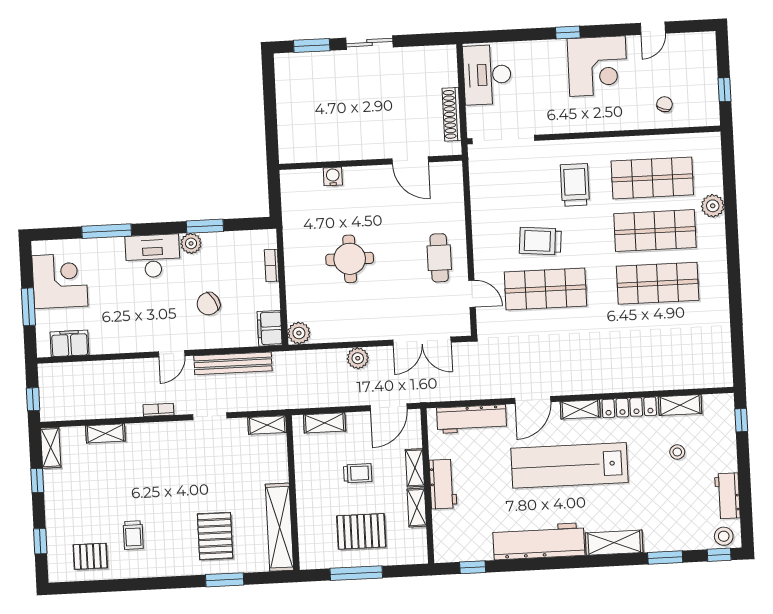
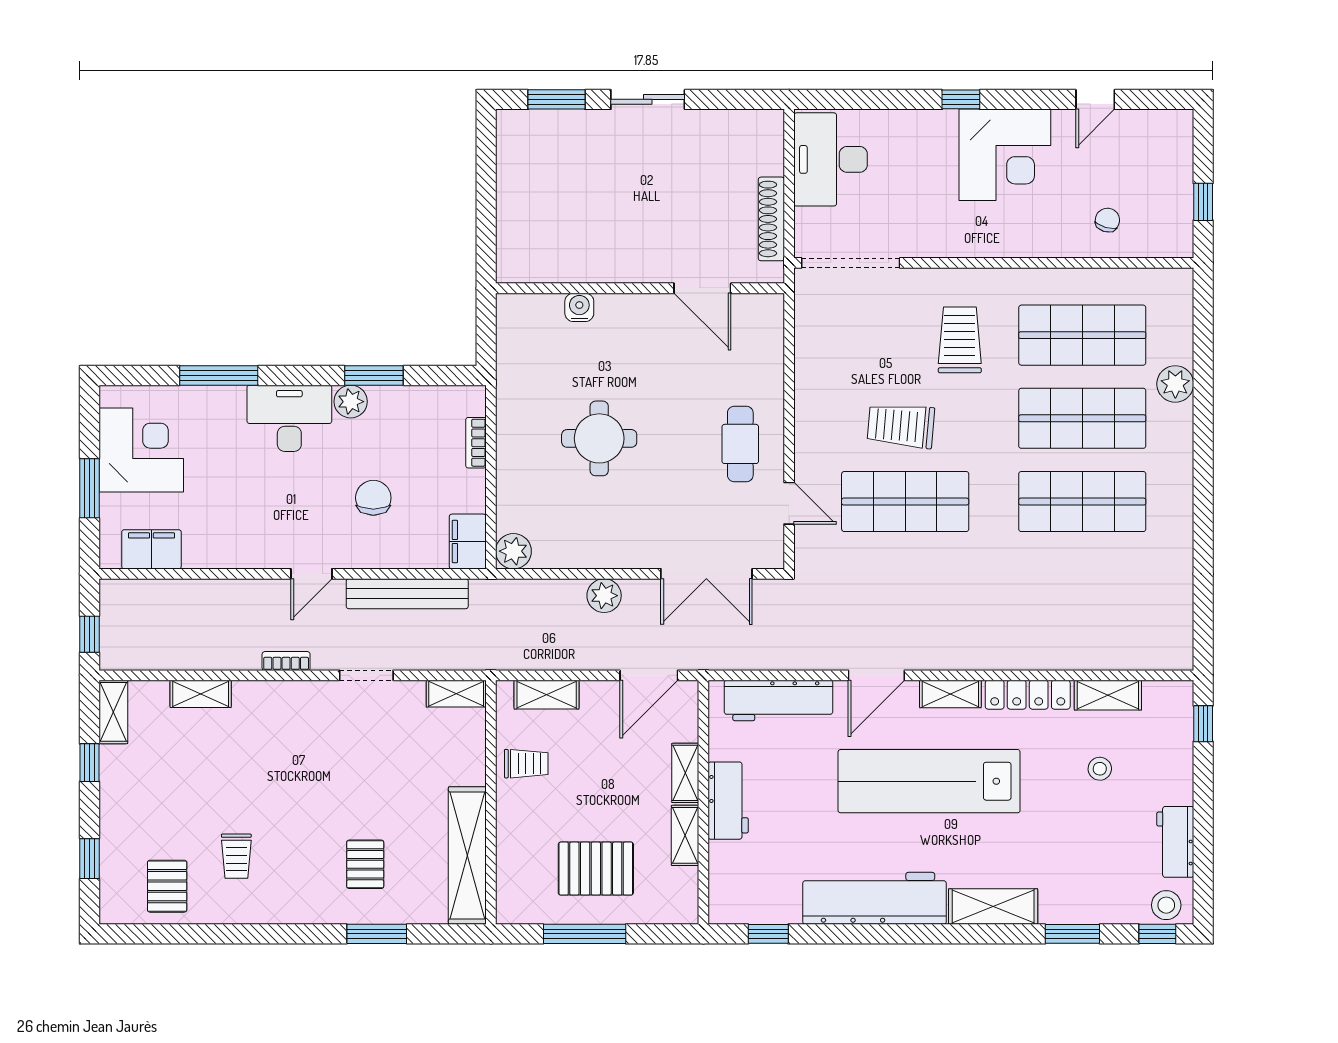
chair: (208, 304) -> (373, 498), turned 120
trolley: (358, 473) -> (526, 764), moved
pallet: (215, 536) -> (365, 864), width x0.67, depth x0.71
pallet: (90, 556) -> (167, 886), turned 90

